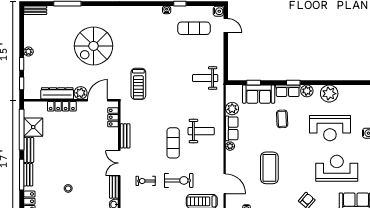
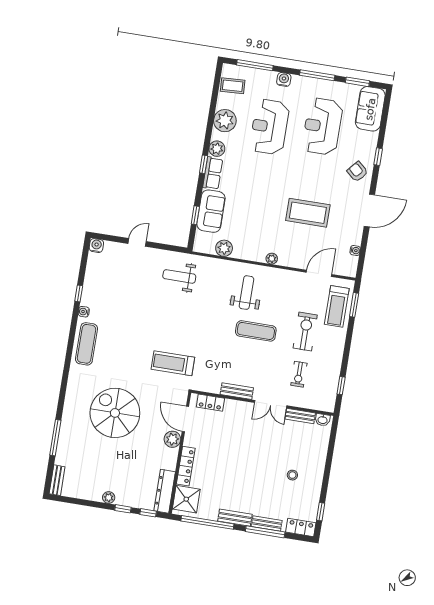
door: (226, 25) -> (137, 242), moved
exercise mat: (194, 28) -> (87, 344), moved
spiral stairs: (94, 46) -> (115, 413), turned 180
weight bench: (205, 78) -> (179, 276), turned 90
treadmill: (138, 84) -> (173, 363), turned 180
dresser: (57, 93) -> (165, 491), moved
coffee table: (282, 119) -> (233, 86), moved
shower: (33, 127) -> (186, 499), moved
row of seats: (232, 128) -> (249, 253), removed
reception desk: (330, 128) -> (269, 127), turned 180

